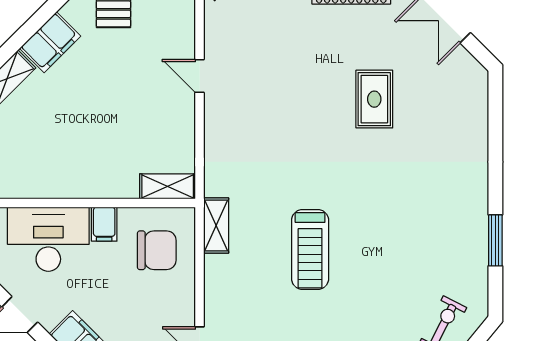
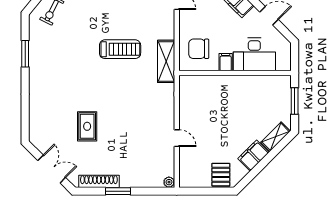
shelving: (168, 186) -> (193, 82), removed
shelving: (216, 226) -> (166, 61), width x1.50, depth x1.33
treadmill: (310, 249) -> (120, 49), turned 90

